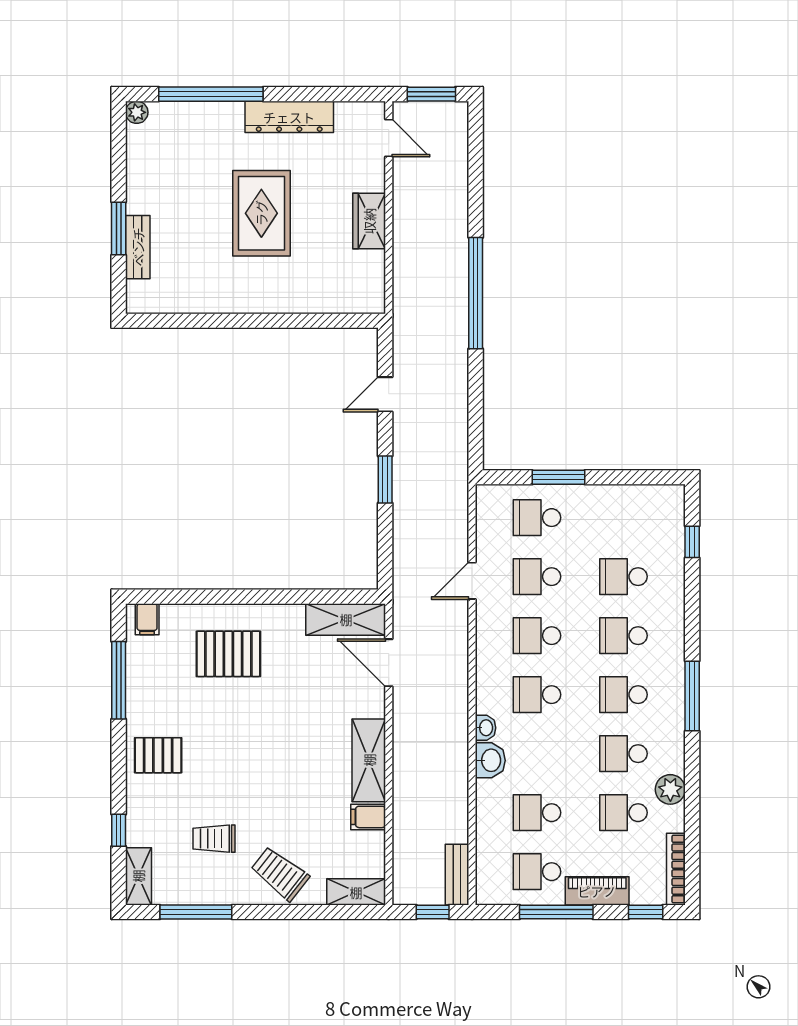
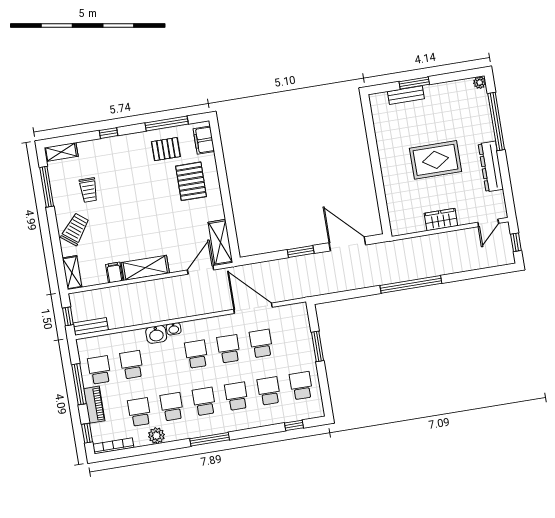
window: (431, 94) -> (516, 242), width x0.67
door: (385, 394) -> (347, 244), width x1.88
school desk: (537, 518) -> (301, 386), moved
door: (472, 581) -> (253, 308), width x1.87
filing cabinet: (147, 619) -> (204, 140), width x2.00
pallet: (158, 755) -> (166, 149), moved, turned 90
window: (119, 830) -> (108, 133), moved
trolley: (214, 839) -> (89, 190), turned 180

